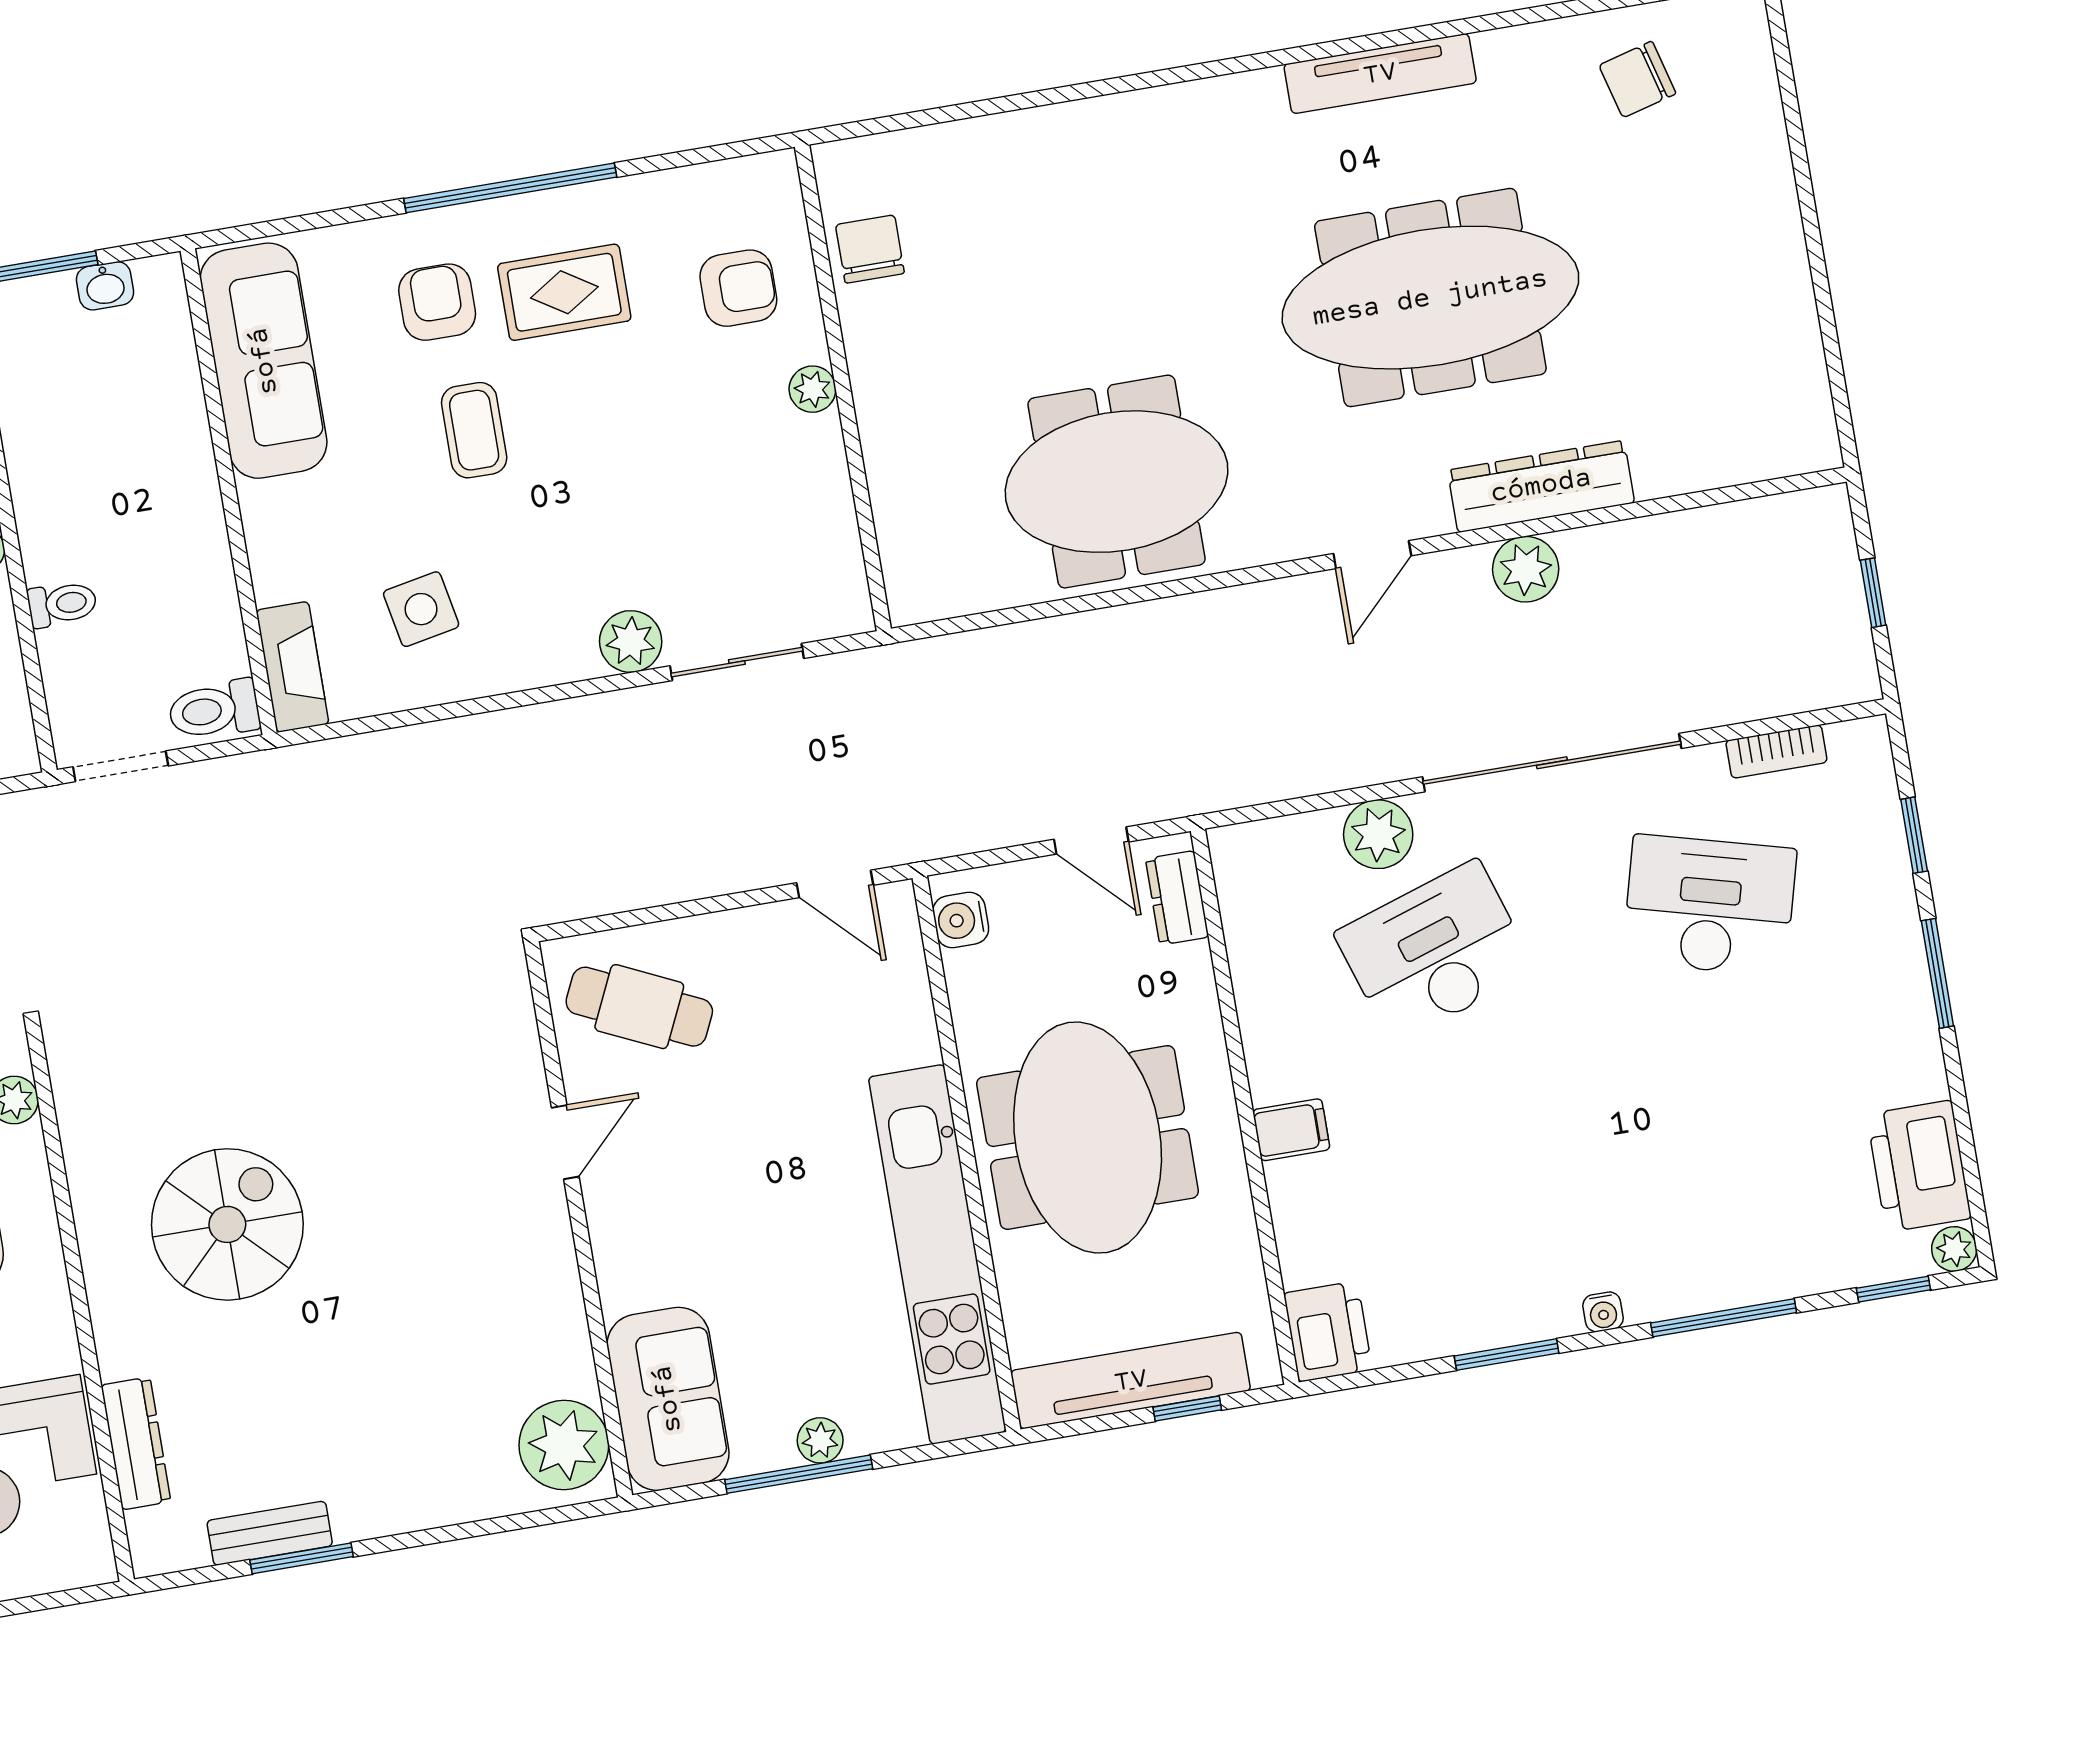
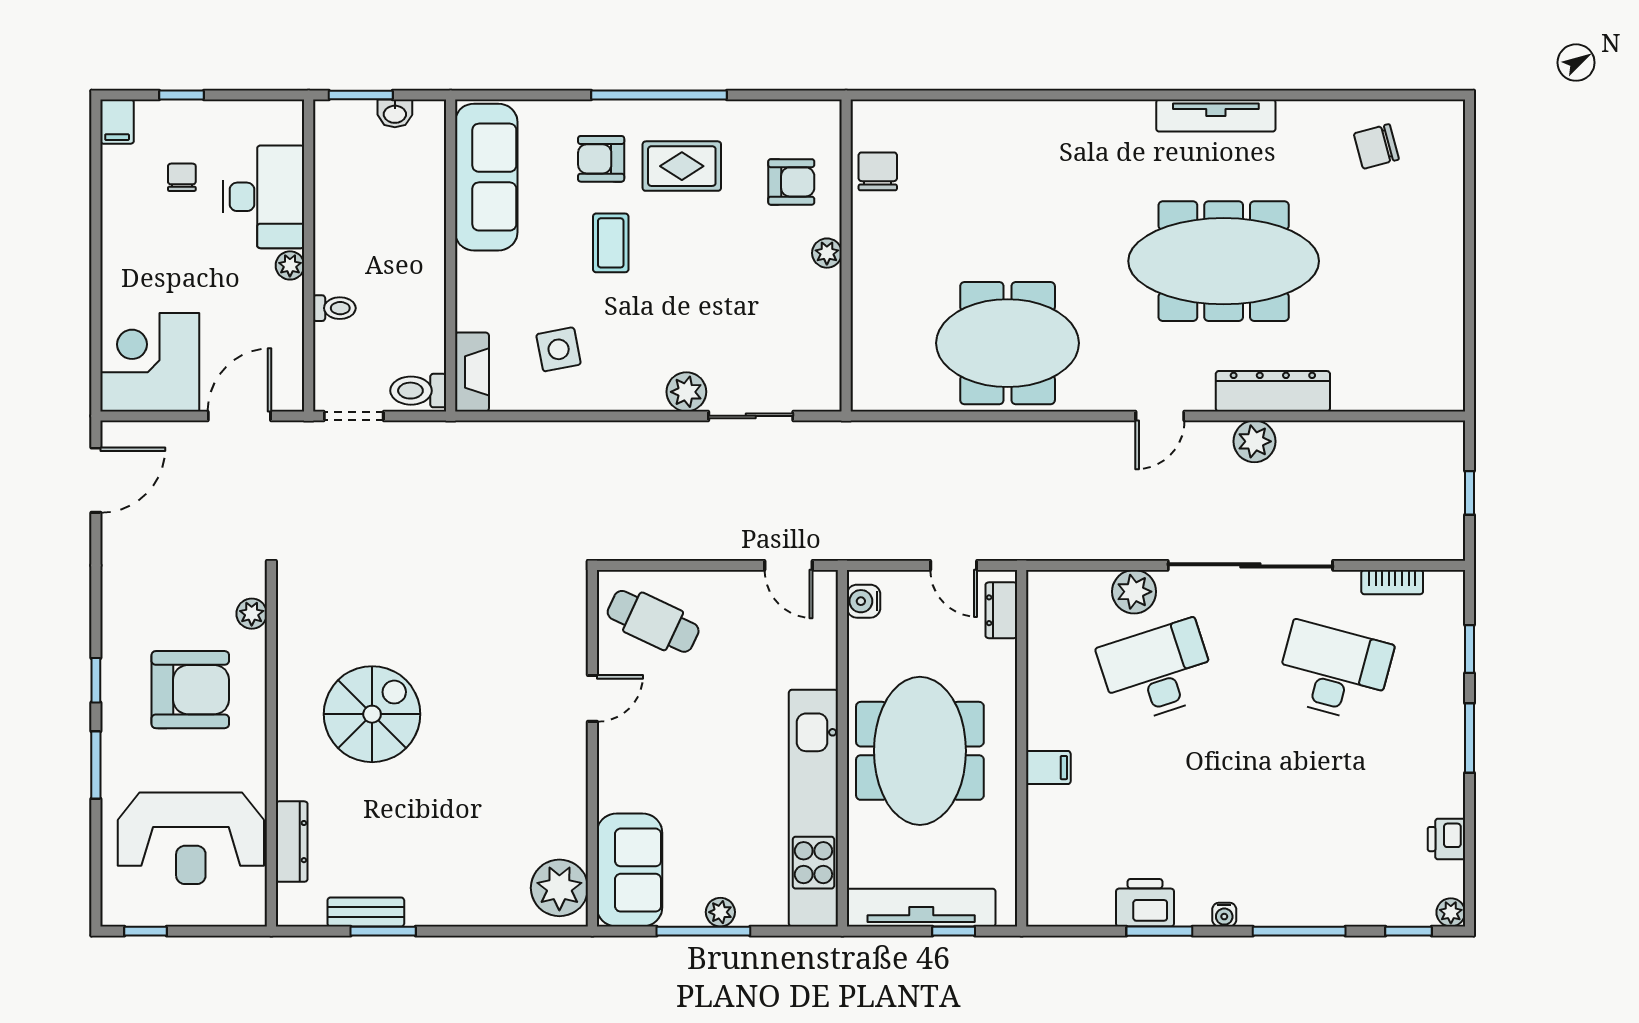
armchair: (437, 302) -> (601, 159), turned -90
printer: (1919, 1166) -> (1446, 839), width x0.53, depth x0.68
printer: (1328, 1331) -> (1145, 903), moved, turned -90

